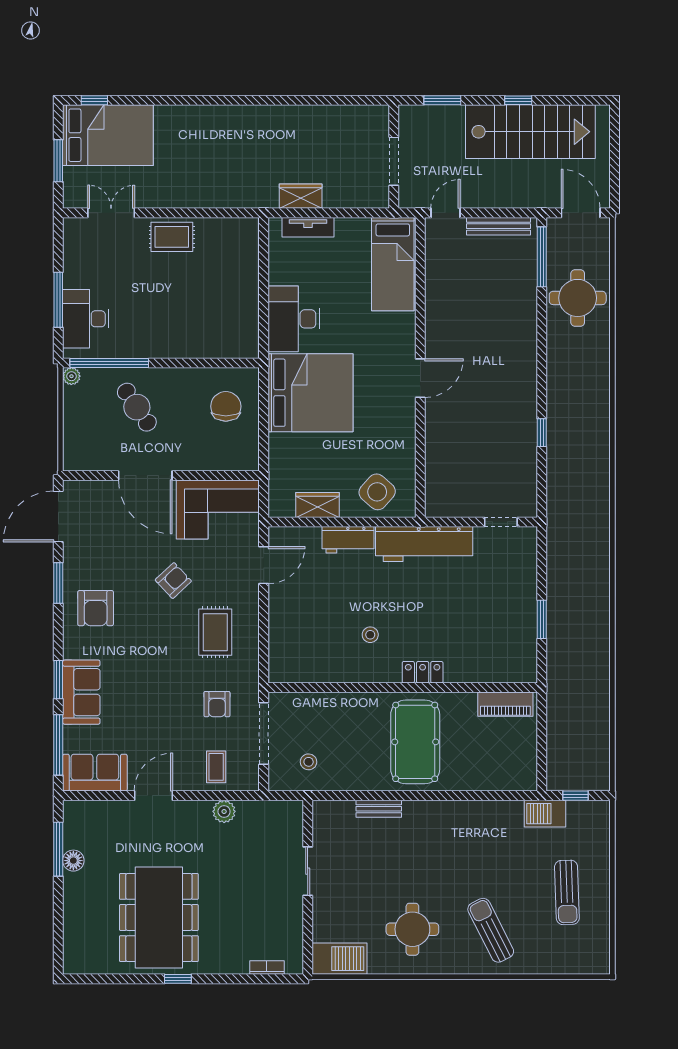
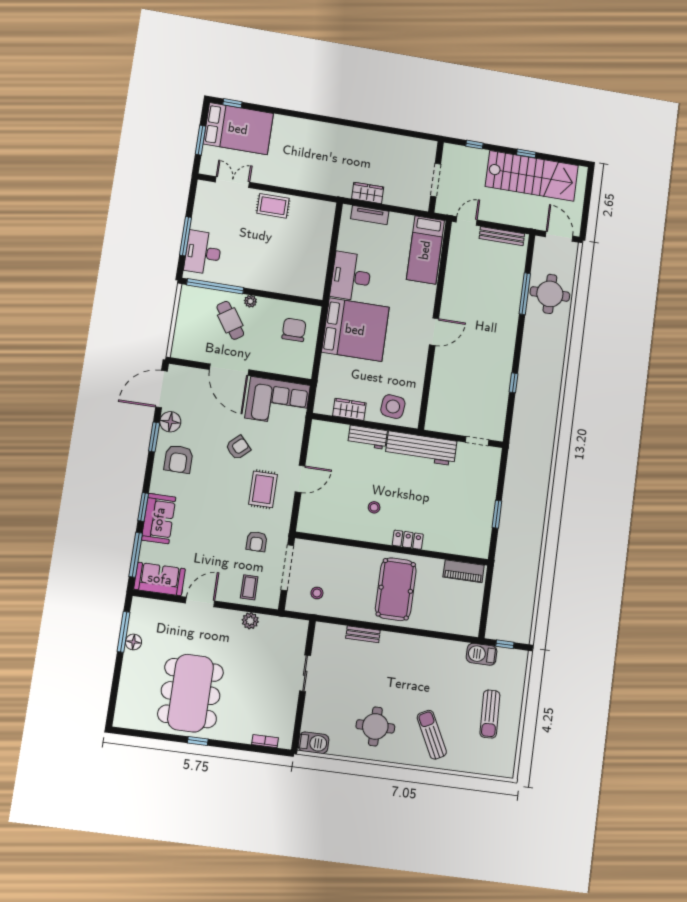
window: (442, 100) -> (474, 145), width x0.67
window: (542, 257) -> (525, 294), moved
plant: (71, 376) -> (250, 301), moved
side table: (377, 492) -> (393, 407), turned -35
floor lamp: (77, 559) -> (170, 422), added
door: (264, 565) -> (300, 479), moved
barbecue: (340, 959) -> (314, 743), width x0.73, depth x0.83

